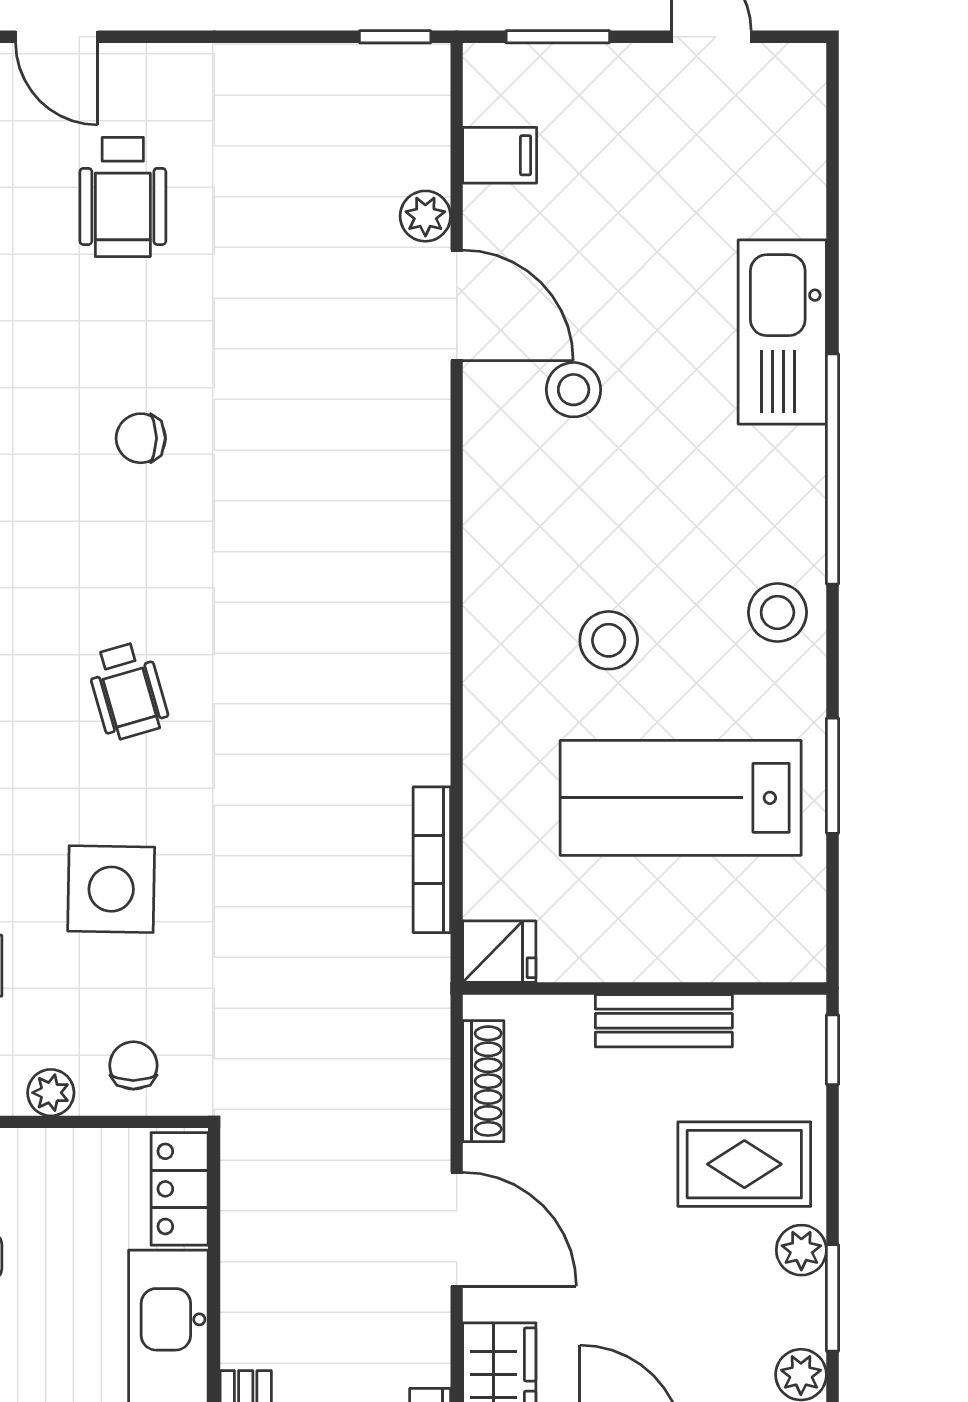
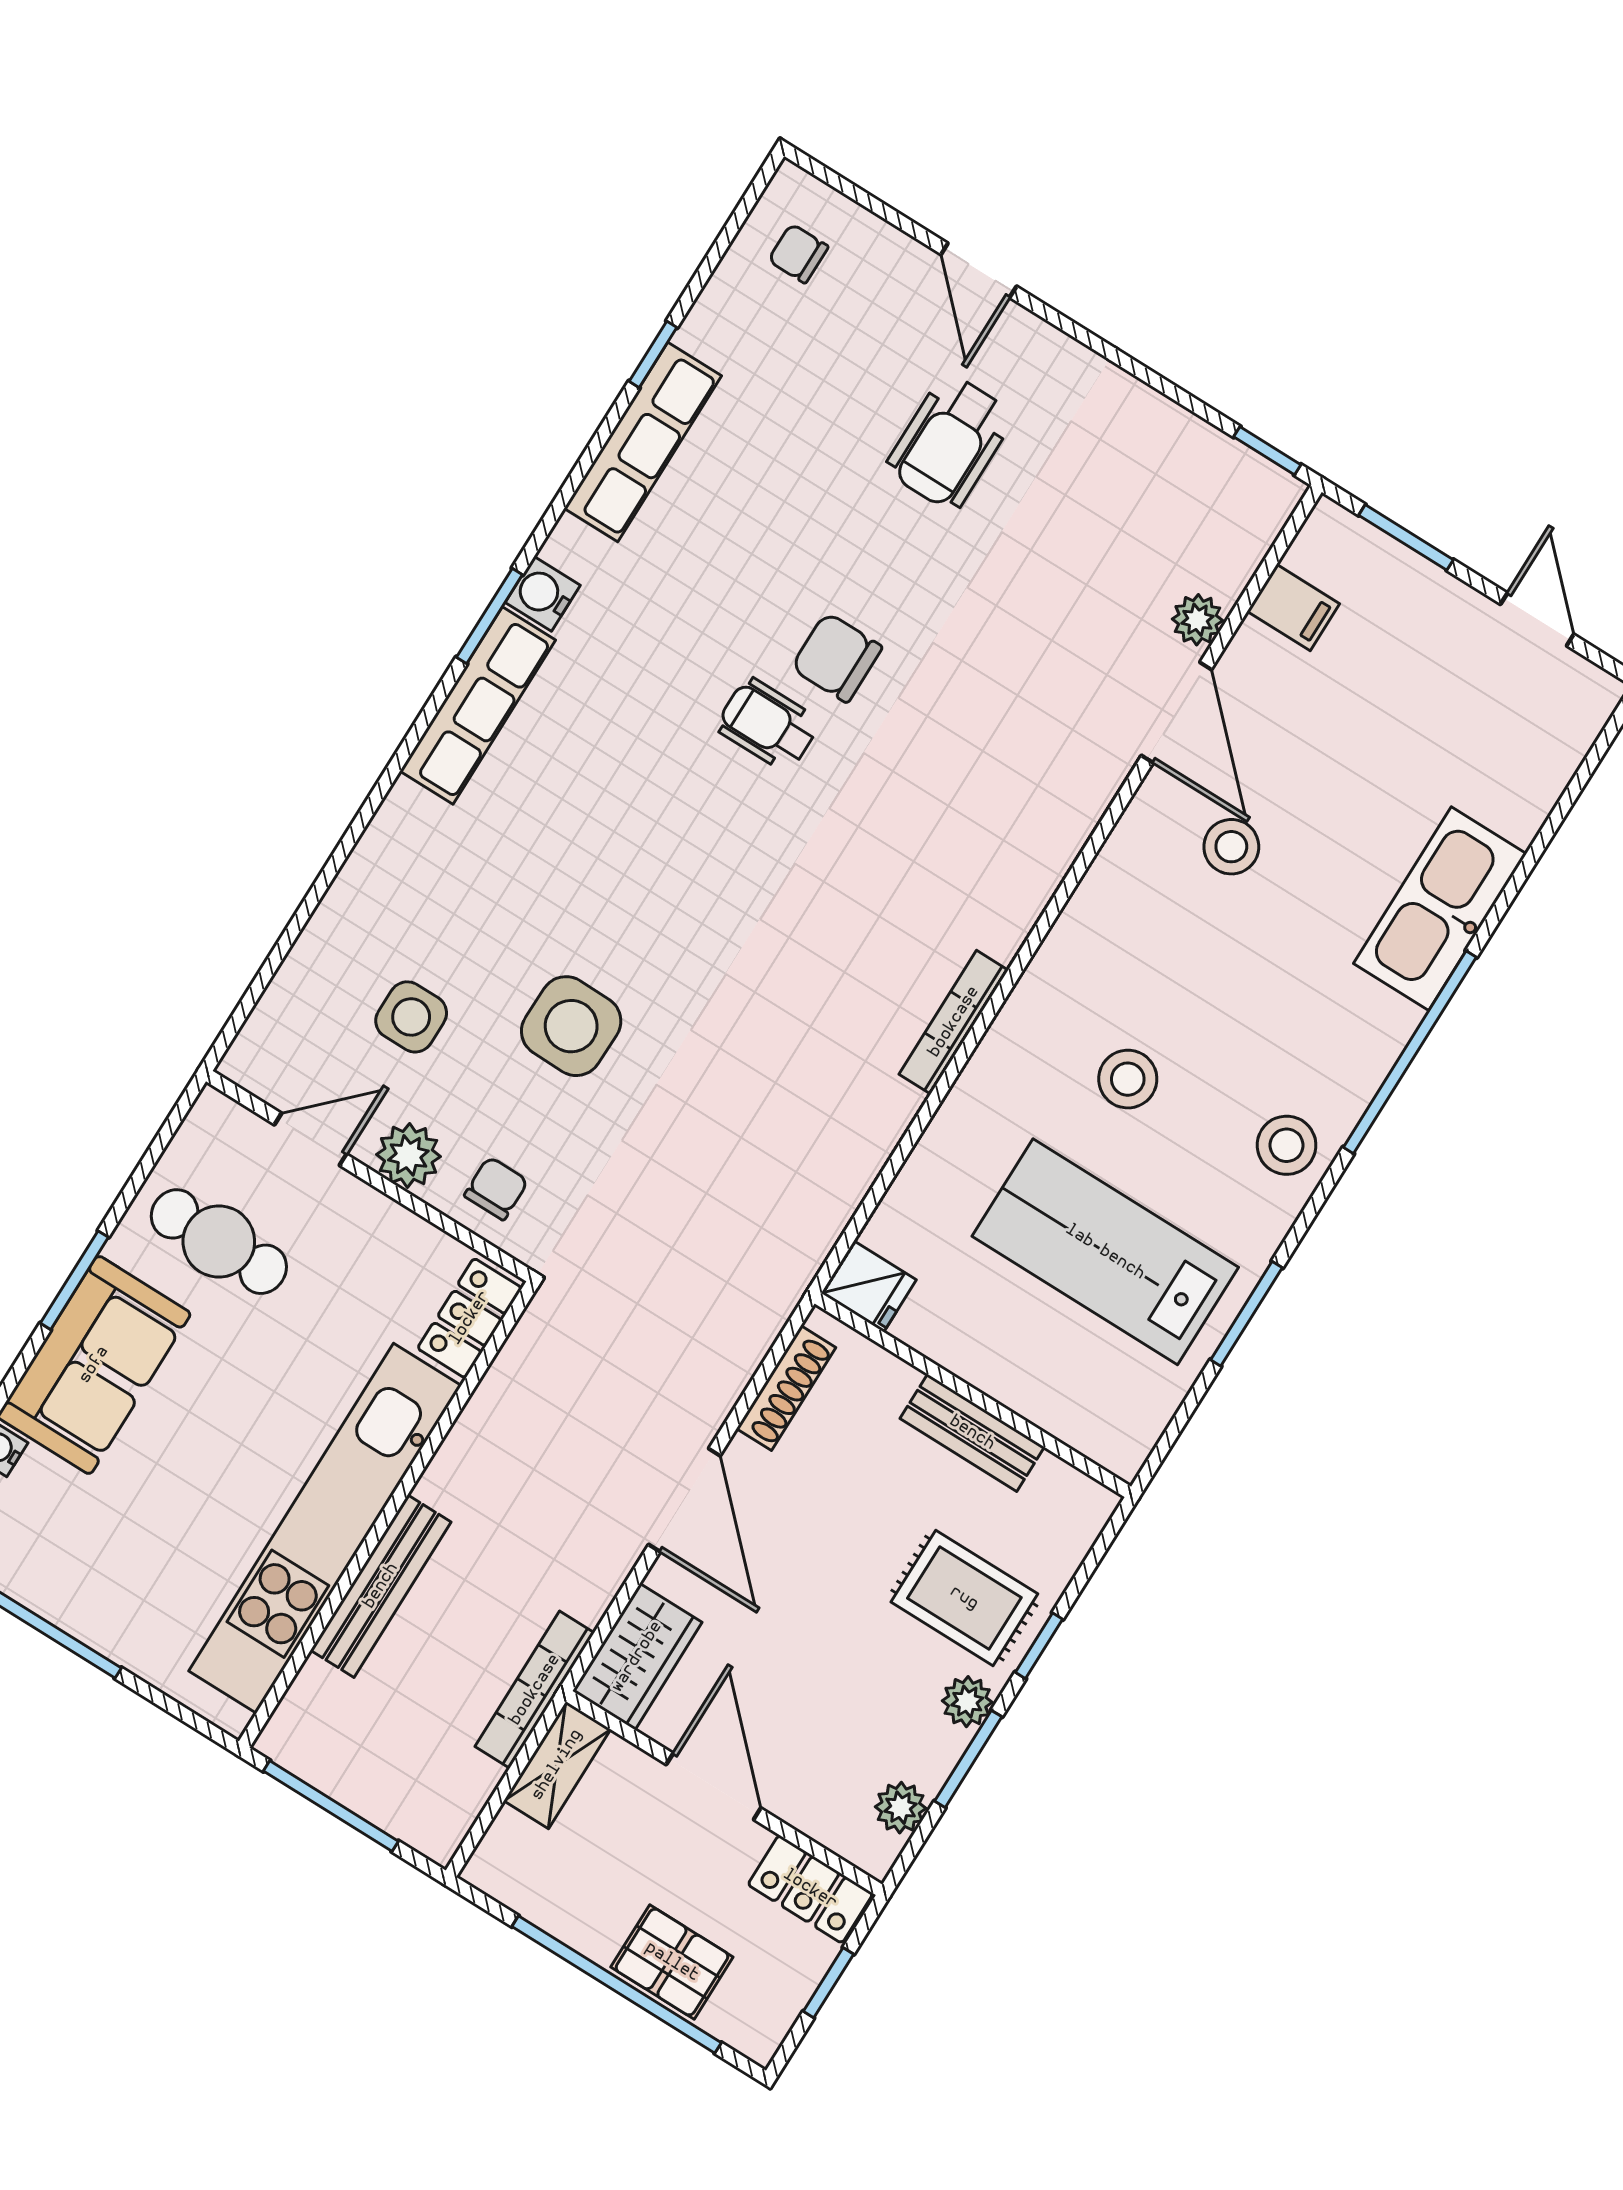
chair: (141, 438) -> (837, 657), width x1.37, depth x1.37
wheelchair: (128, 691) -> (768, 725), moved, turned 106
bookcase: (432, 860) -> (954, 1022), moved
window: (832, 1050) -> (1039, 1646), moved
plant: (51, 1093) -> (408, 1155), width x1.38, depth x1.38

